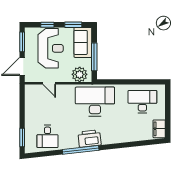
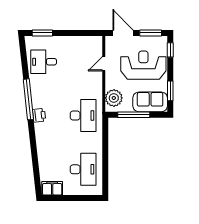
window: (47, 25) -> (170, 50), moved
reception desk: (51, 48) -> (143, 65), turned 180
desk: (95, 102) -> (83, 115), width x0.73, depth x0.77
printer: (89, 138) -> (39, 115), width x0.53, depth x0.68

